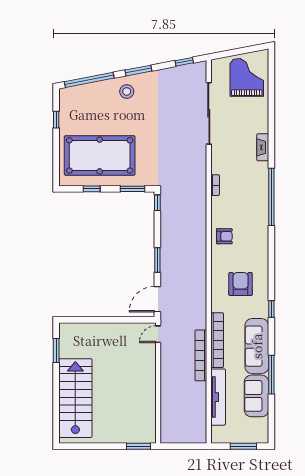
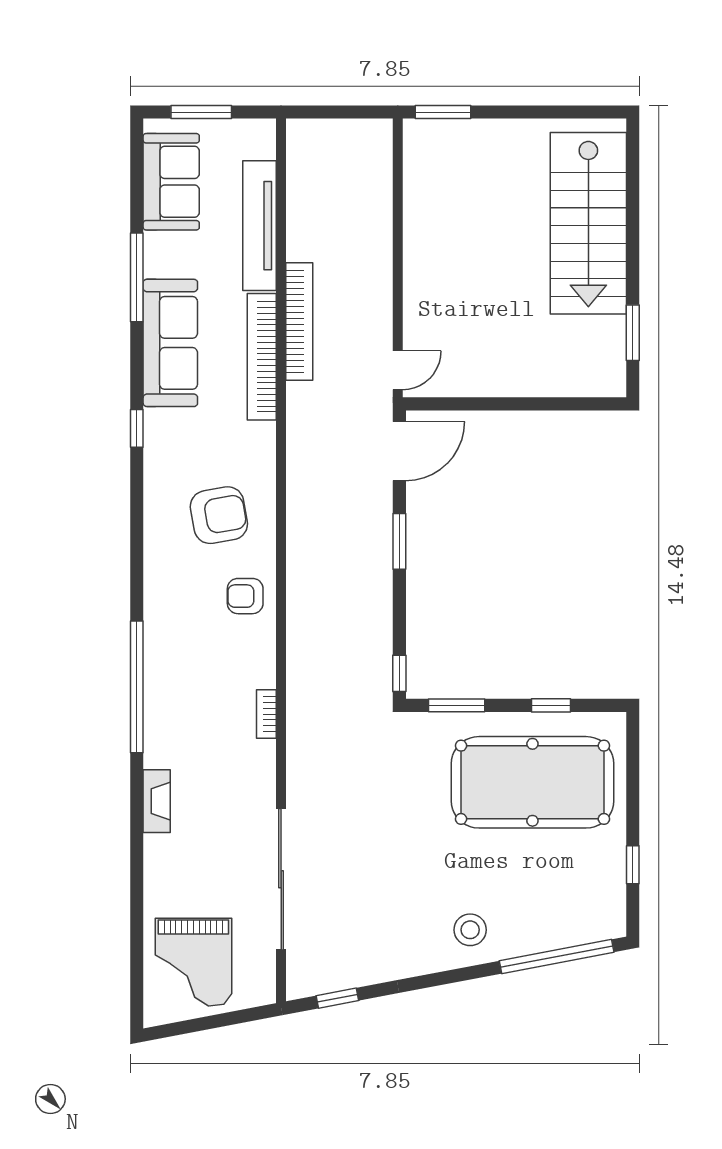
window: (138, 71) -> (443, 978), removed
armchair: (241, 284) -> (219, 515), moved, turned -100
sofa: (256, 396) -> (171, 182), moved

